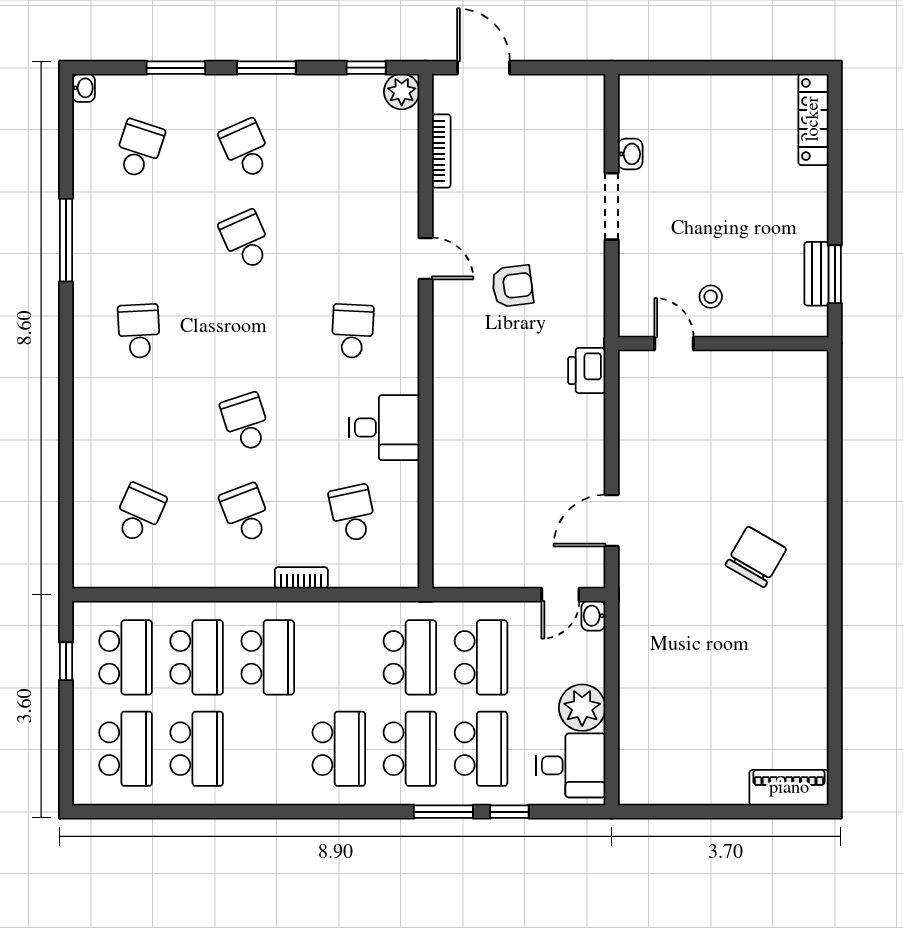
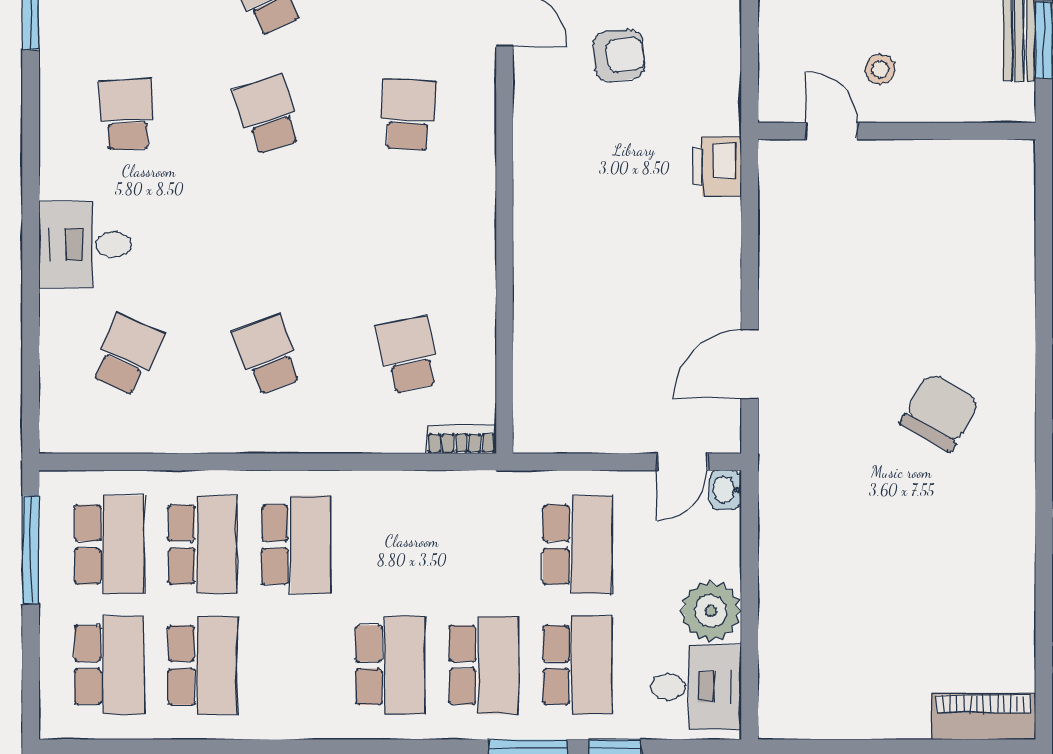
school desk: (246, 422) -> (268, 115), moved
desk: (384, 428) -> (85, 245), moved, turned 180
bookcase: (301, 578) -> (461, 440), moved
school desk: (410, 657) -> (484, 545), removed
window: (66, 661) -> (31, 550), width x2.17

